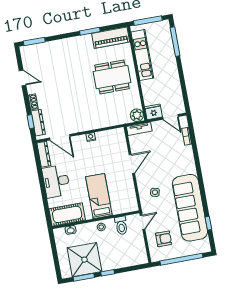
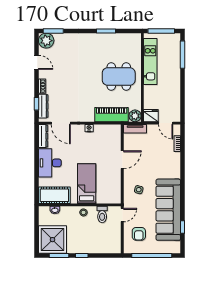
piano: (111, 38) -> (112, 115), moved, turned 180
plant: (29, 53) -> (46, 41), added
armchair: (164, 239) -> (139, 234), turned 90
shower: (84, 260) -> (52, 240), moved

